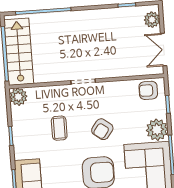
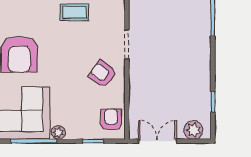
armchair: (102, 129) -> (102, 74), moved
plant: (157, 130) -> (58, 132), width x0.53, depth x0.53

